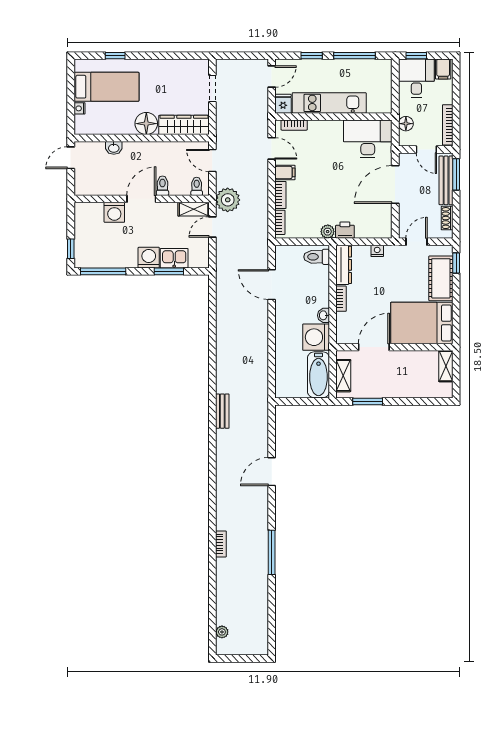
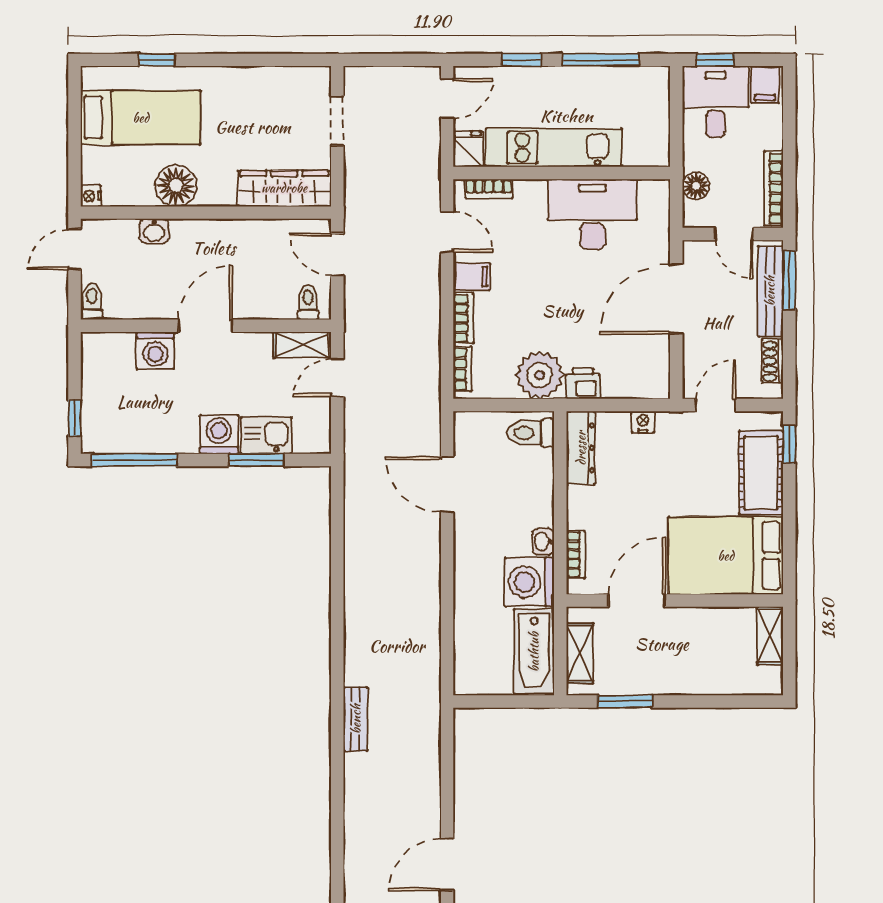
nightstand: (80, 108) -> (91, 196), moved
floor lamp: (146, 124) -> (176, 186), moved
desk: (368, 139) -> (592, 214), moved
toilet: (162, 186) -> (92, 301), moved
plant: (228, 200) -> (366, 327), removed
plant: (328, 232) -> (540, 375), width x1.88, depth x1.88
bookcase: (341, 299) -> (576, 554), moved
door: (272, 472) -> (447, 865), moved

